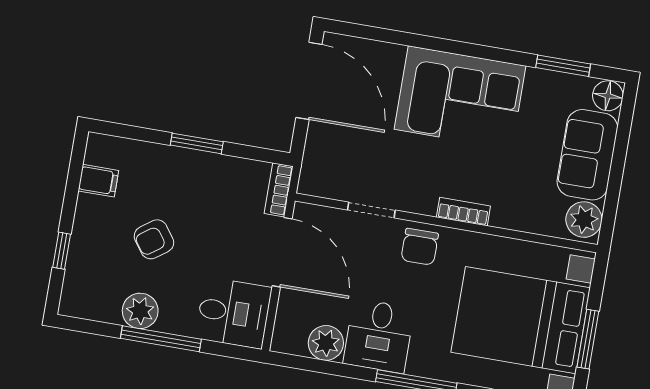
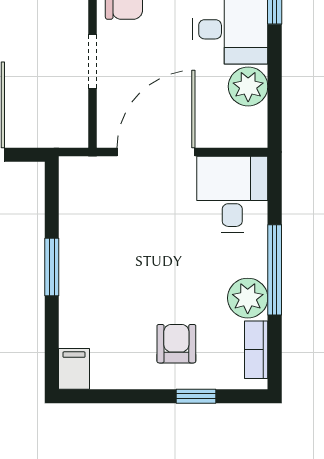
filing cabinet: (98, 181) -> (74, 369), moved
bookcase: (279, 190) -> (256, 350), moved, turned 90
armchair: (154, 239) -> (176, 344), moved, turned -144

